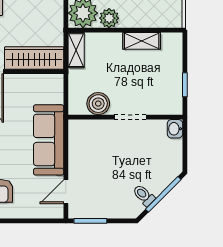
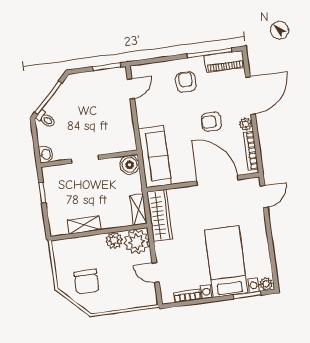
wardrobe: (34, 58) -> (160, 215), moved, turned -90
boiler: (98, 104) -> (130, 165), moved
sofa: (49, 140) -> (155, 156), moved
toilet: (144, 195) -> (46, 119), moved

